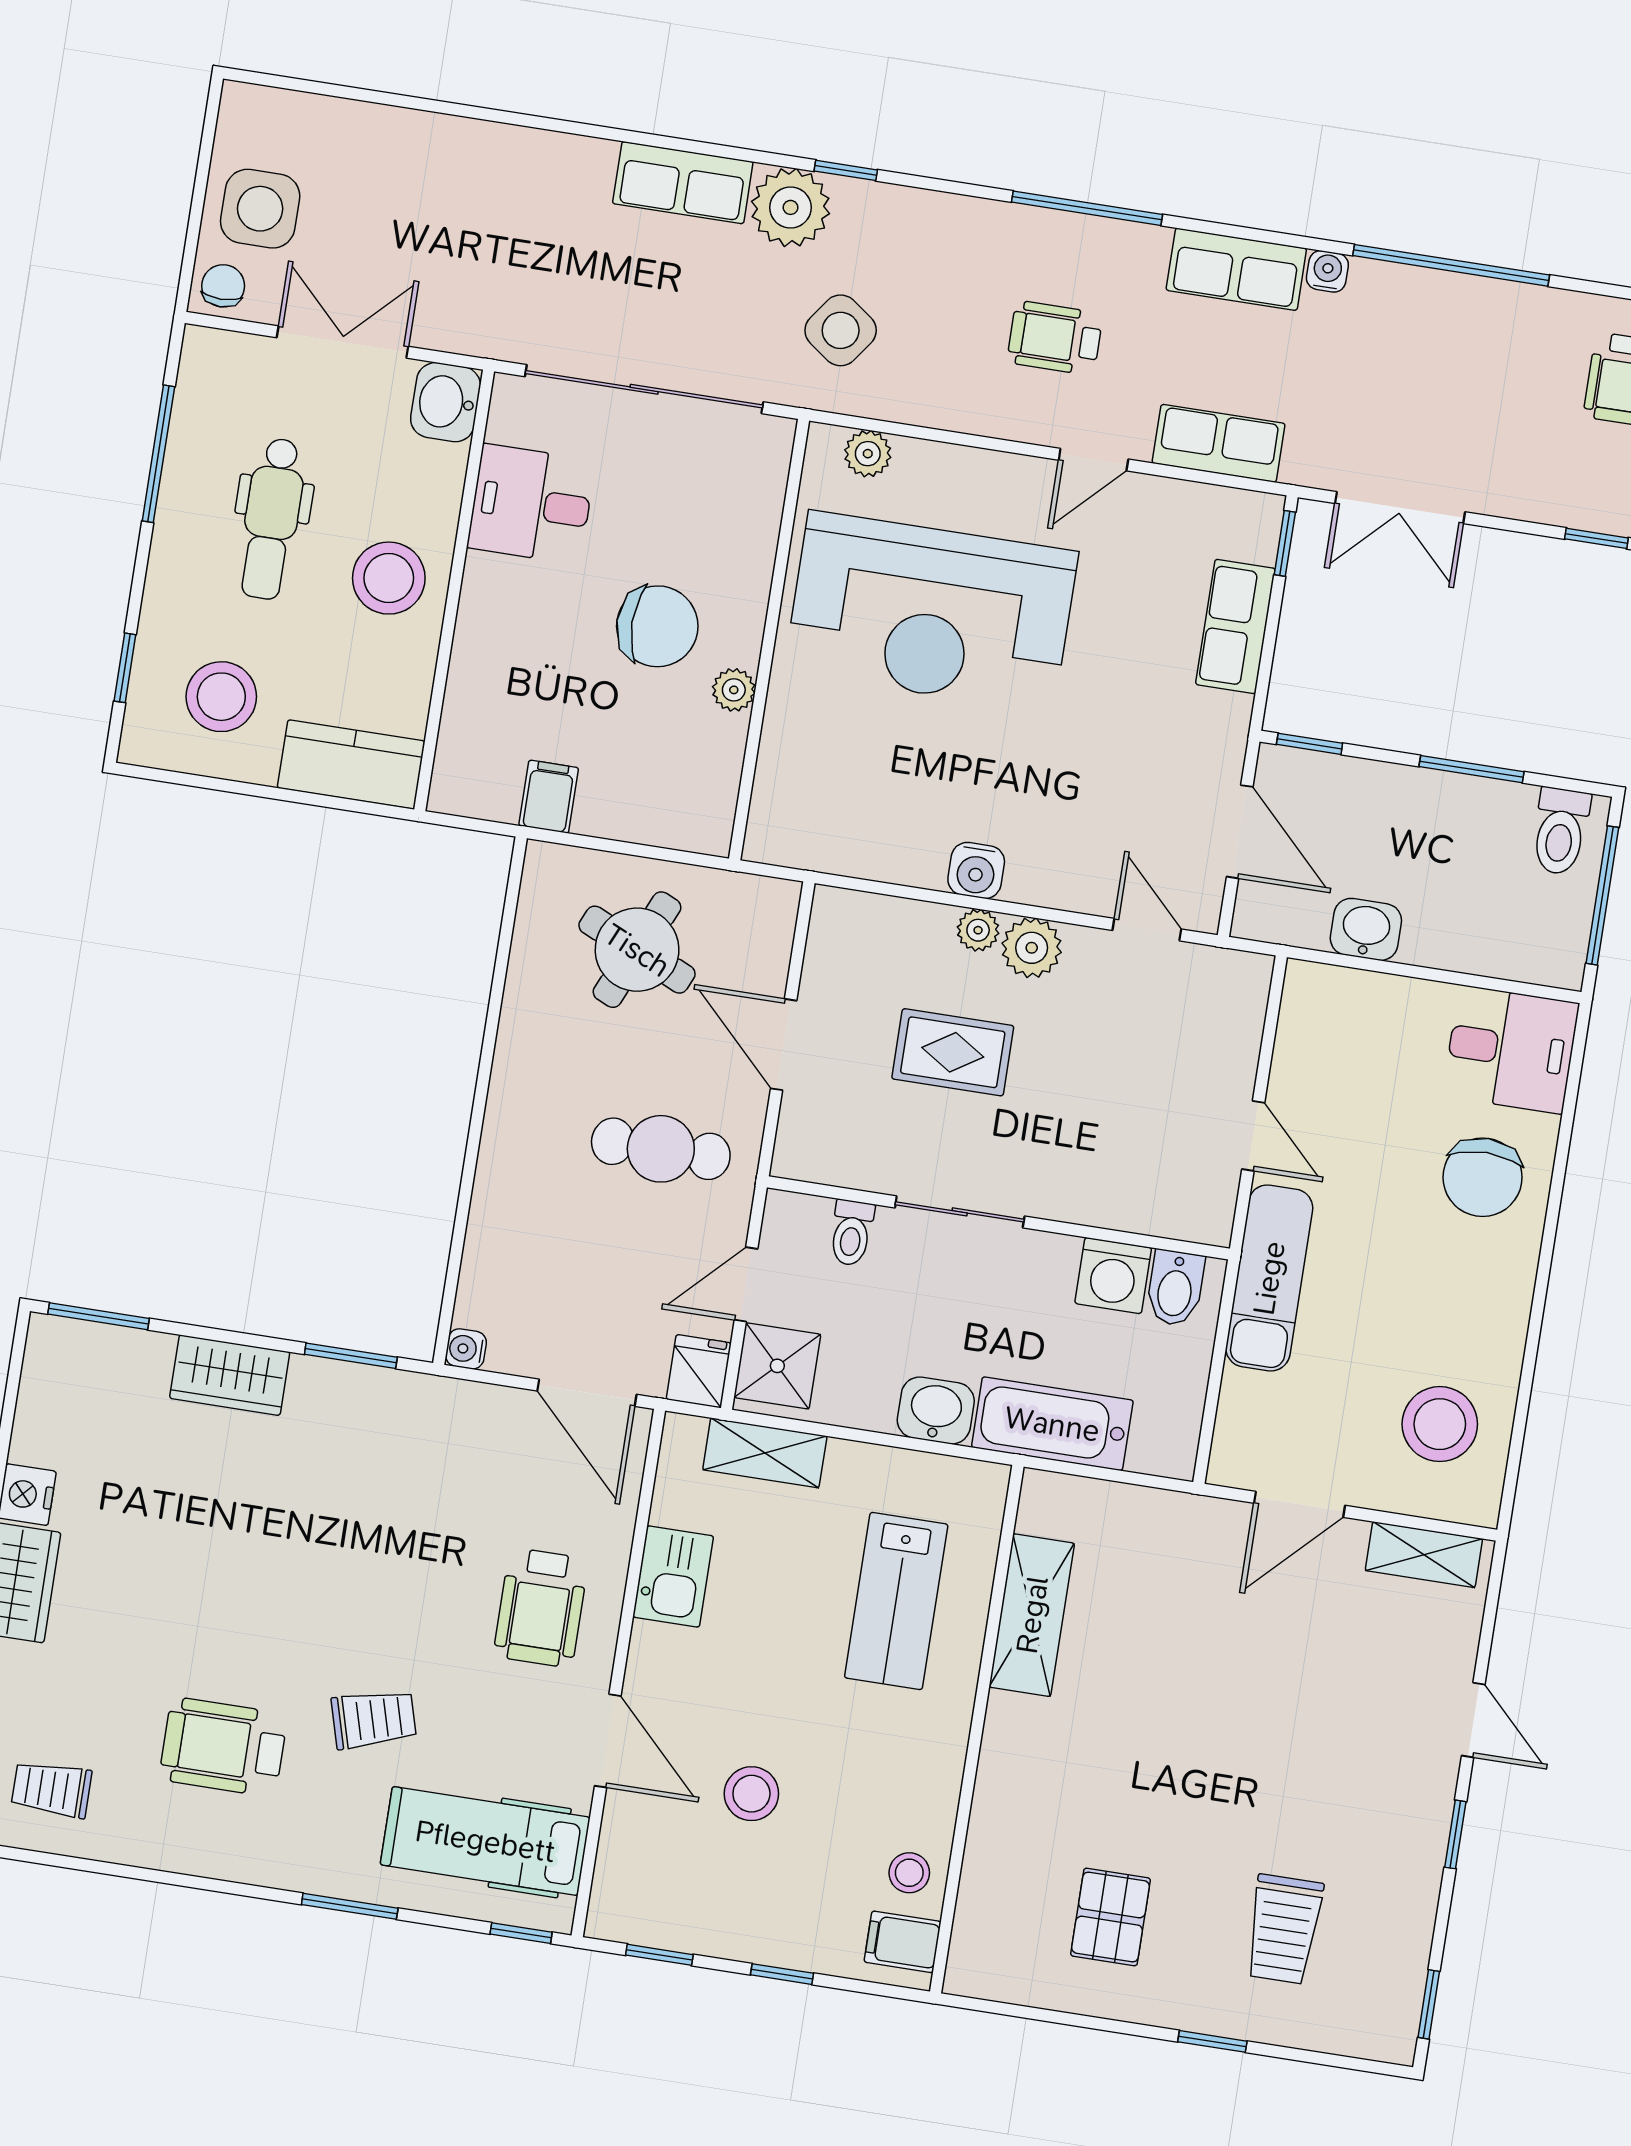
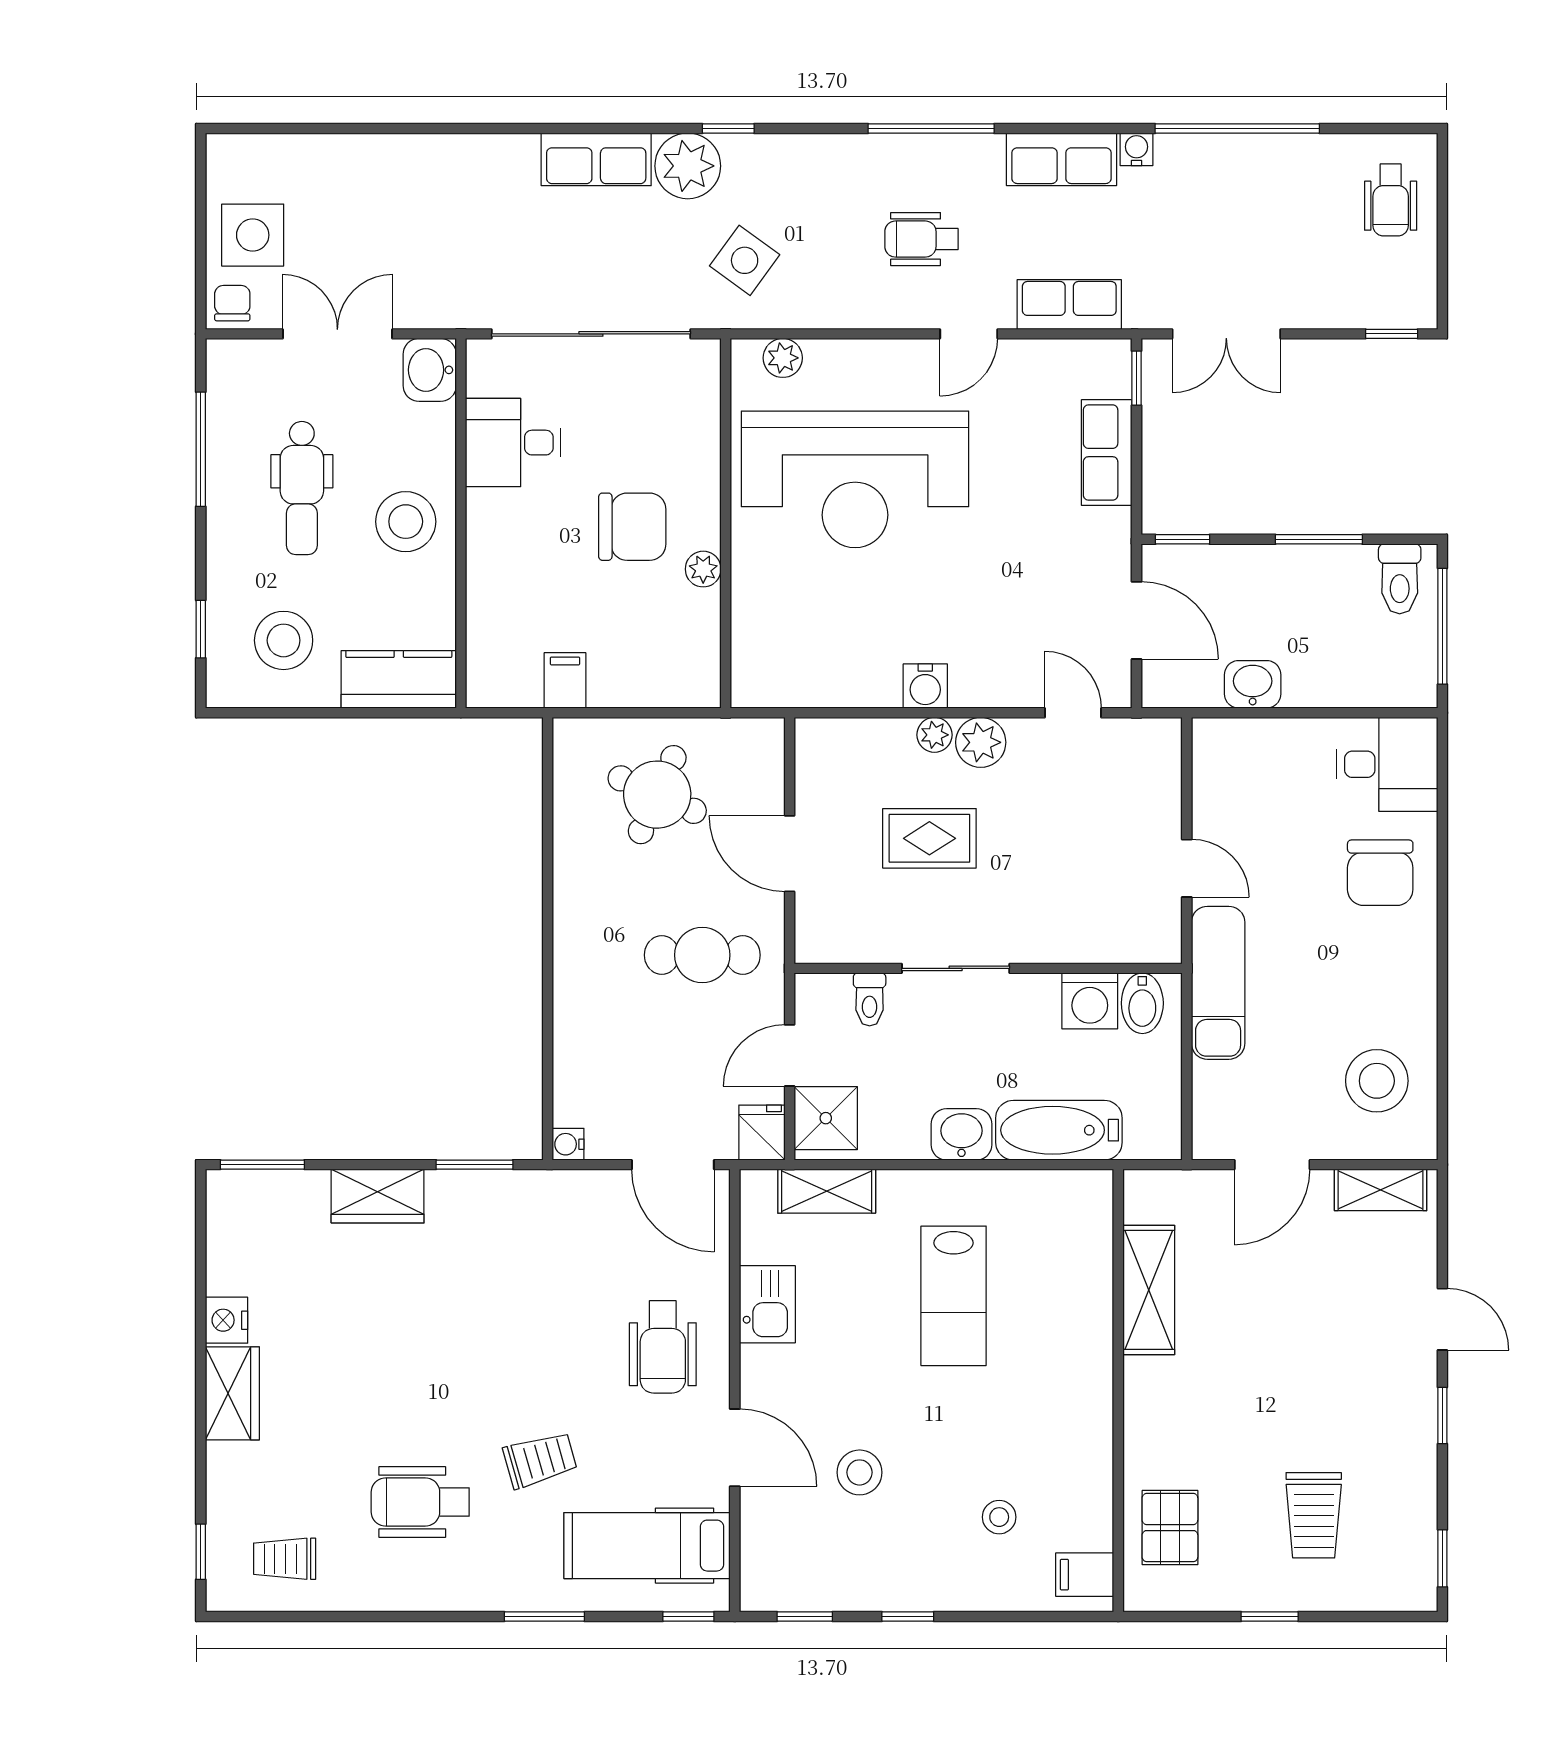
shelving: (1032, 1615) -> (1149, 1290), moved
wall: (977, 1729) -> (1118, 1391), moved
filing cabinet: (903, 1942) -> (1085, 1575), moved

